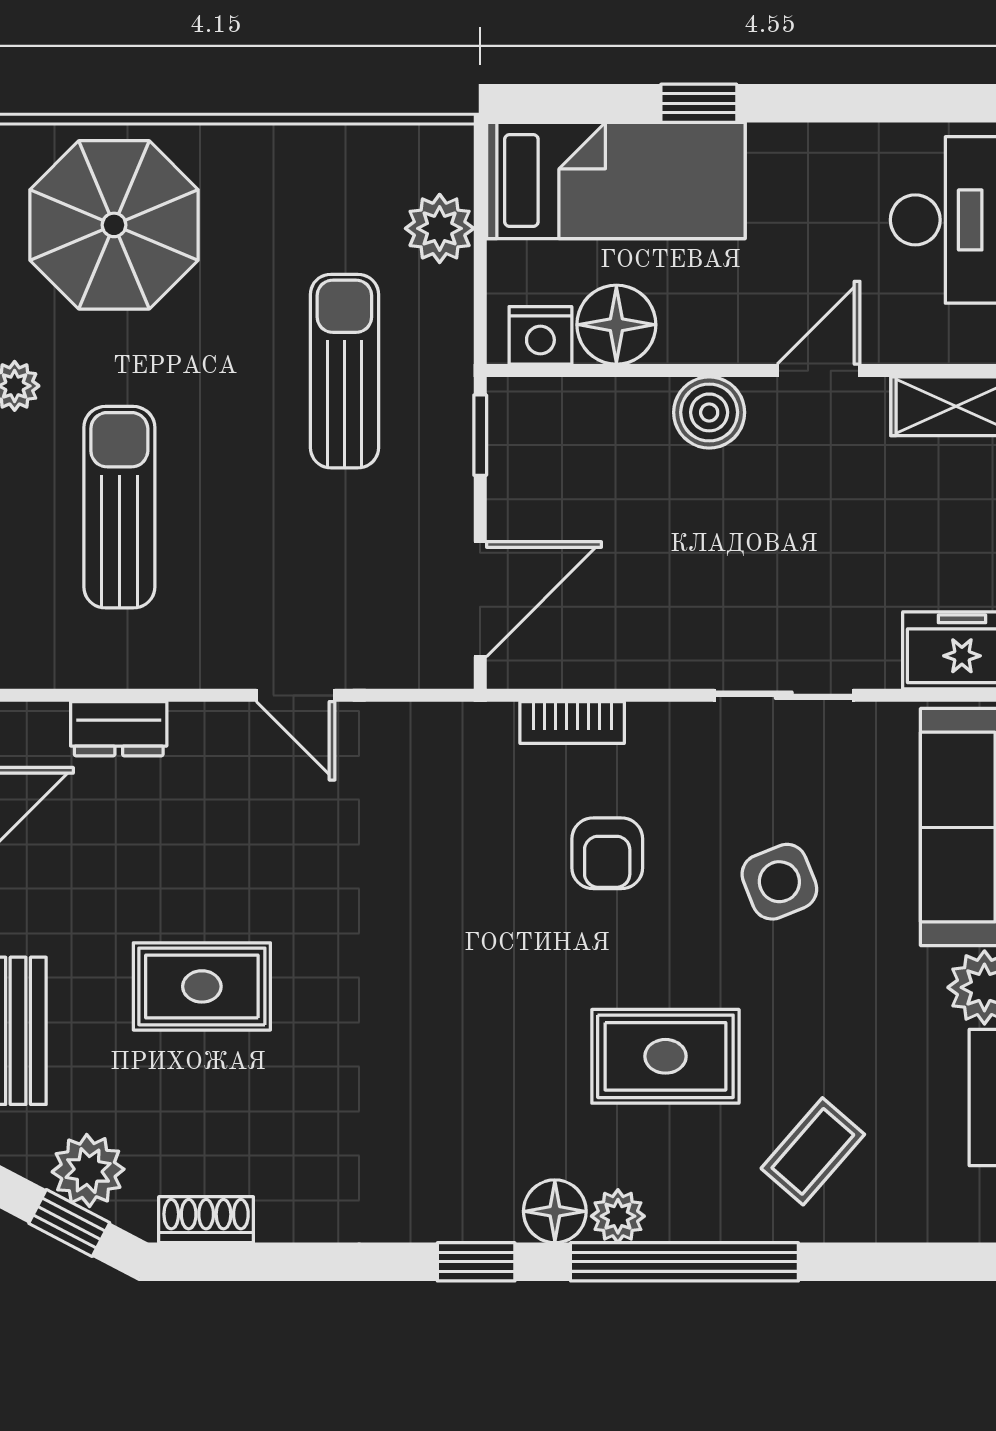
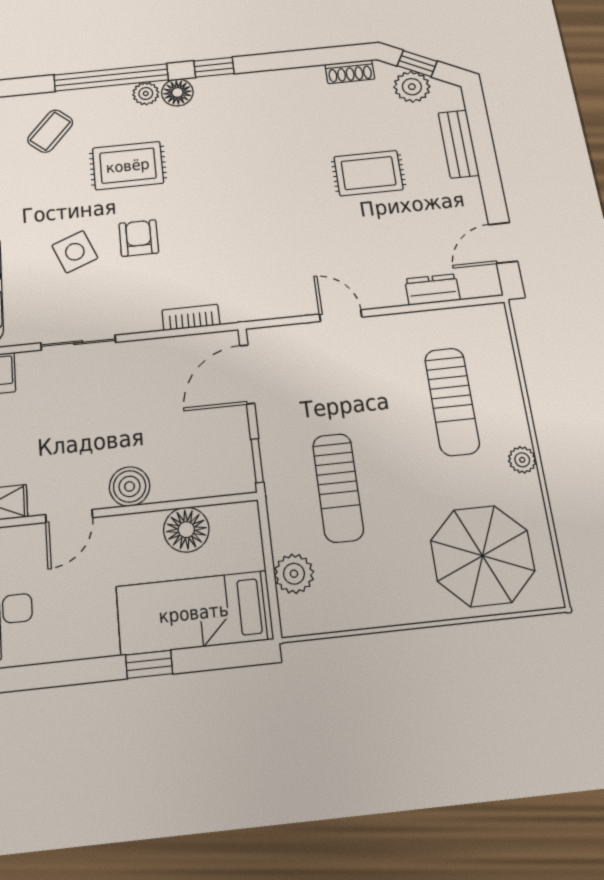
nightstand: (540, 335) -> (229, 519), removed
armchair: (607, 853) -> (139, 238), moved

